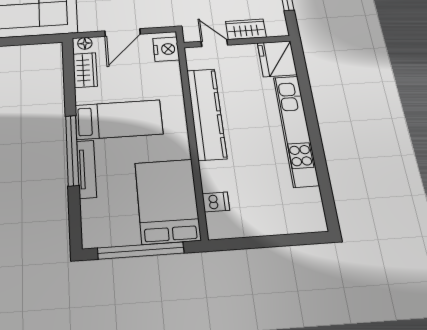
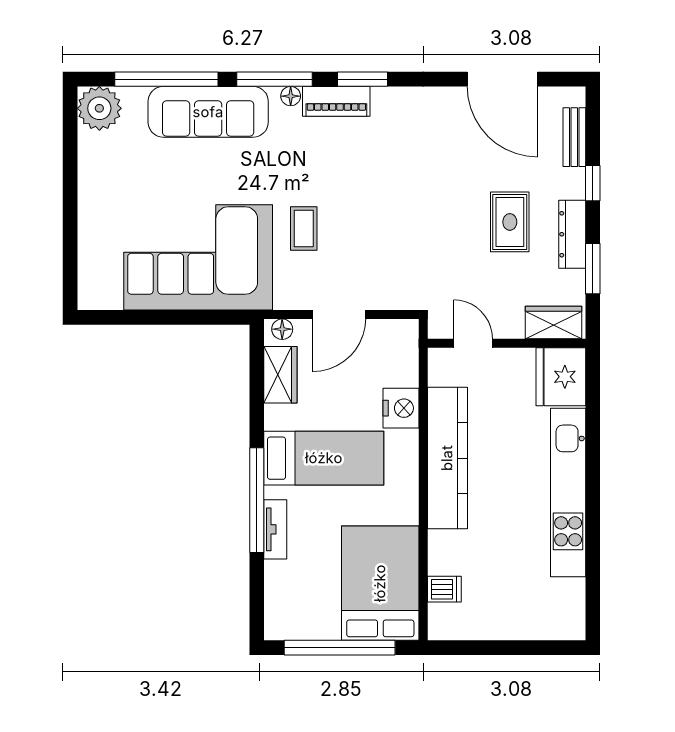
wardrobe: (246, 29) -> (553, 323), moved
nightstand: (166, 49) -> (401, 408), moved
tv unit: (87, 169) -> (275, 529), width x0.71

